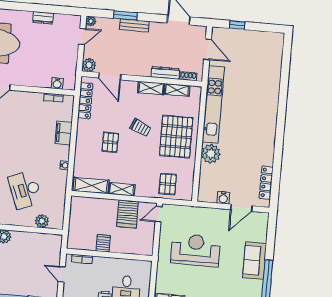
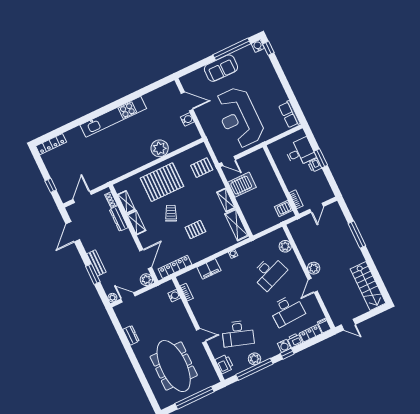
kitchen unit: (213, 105) -> (113, 117), moved, turned 180
locker: (266, 183) -> (51, 144), moved
server rack: (103, 243) -> (284, 209), moved
reception desk: (196, 250) -> (239, 117), width x1.36, depth x1.30

